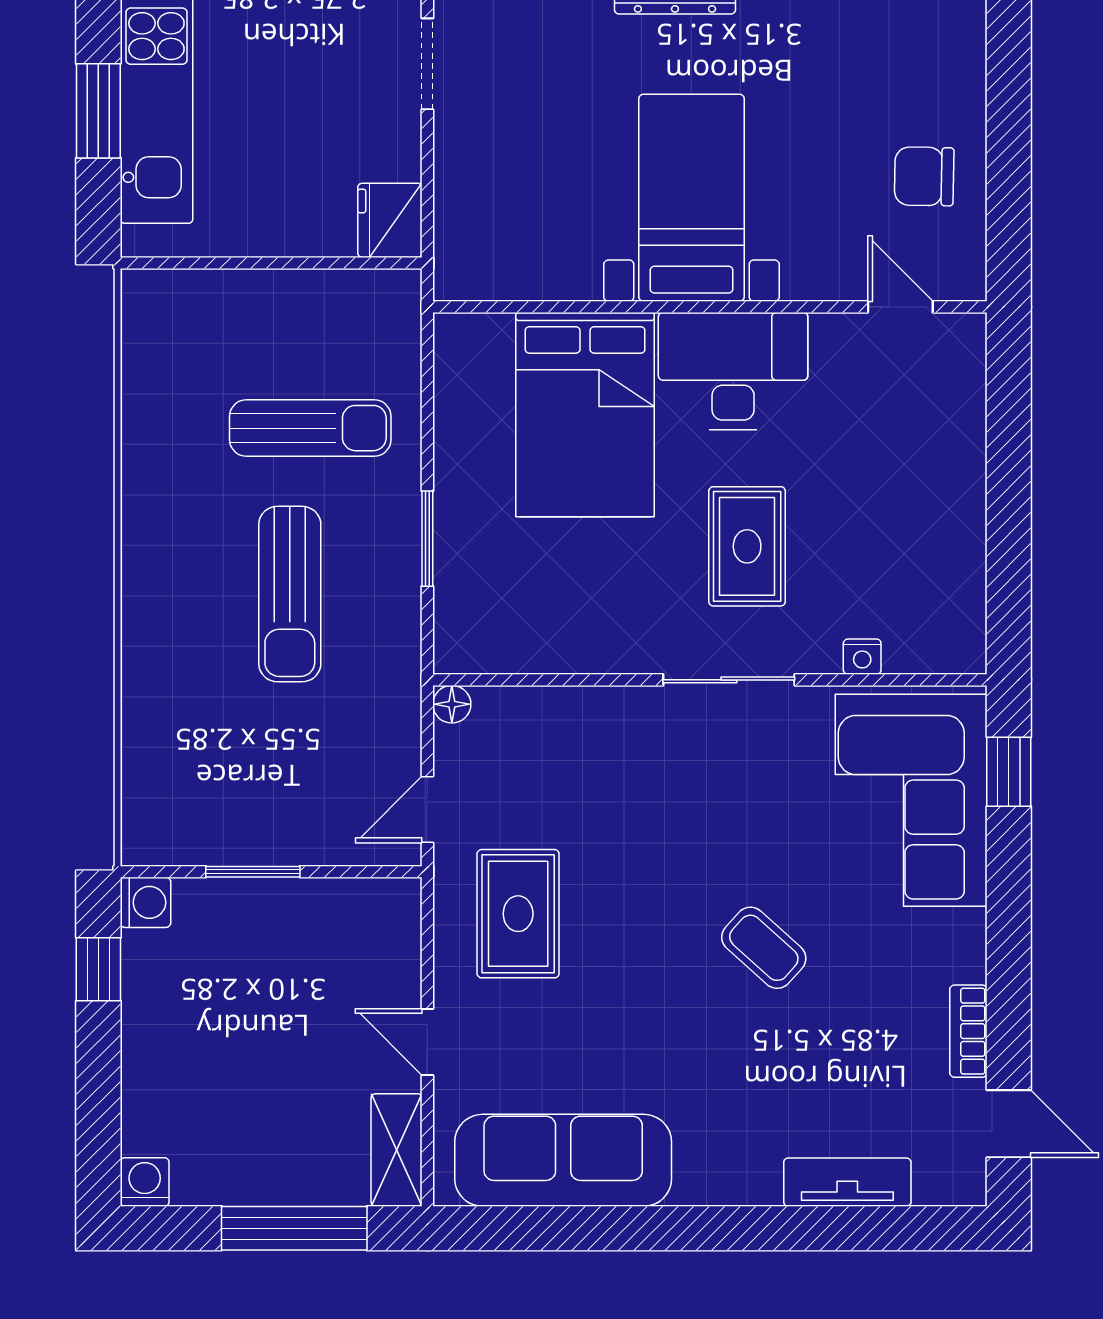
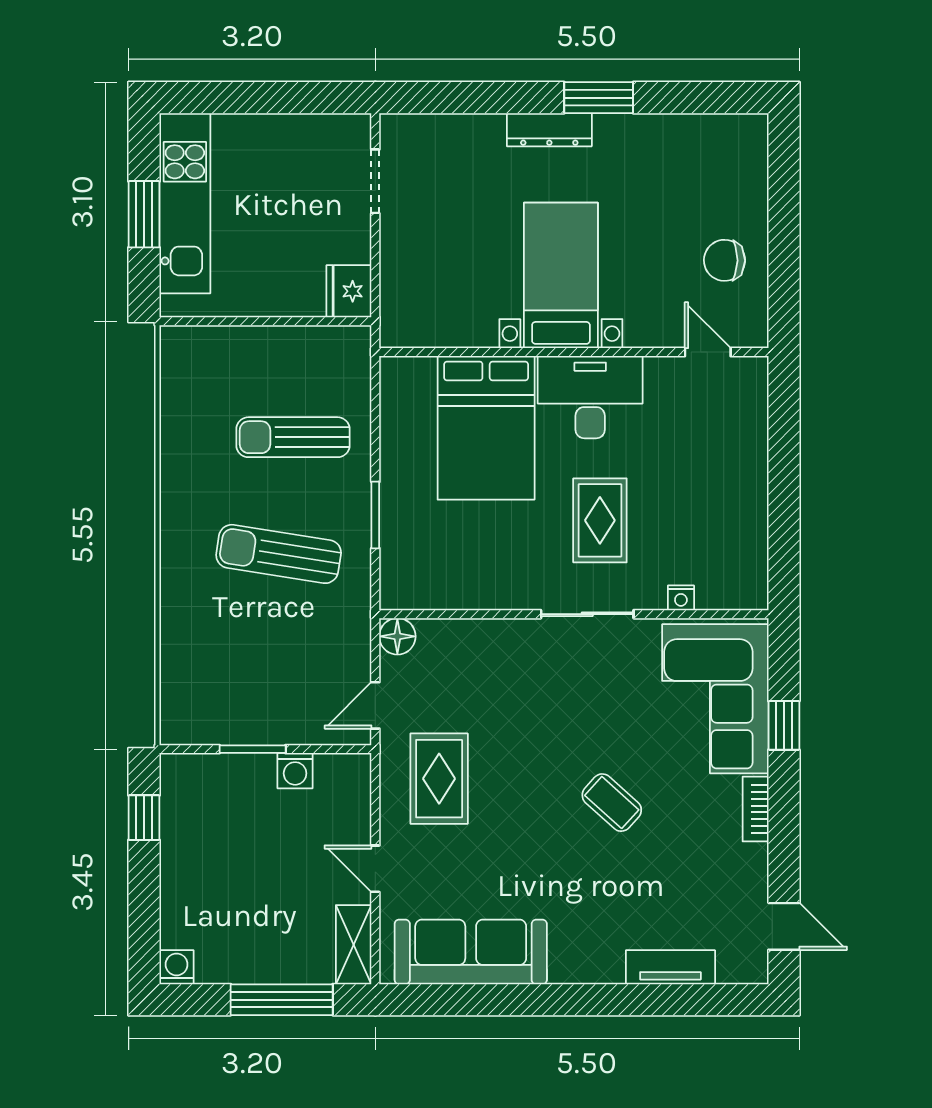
sun lounger: (310, 428) -> (293, 437), turned 180
sun lounger: (290, 594) -> (279, 554), turned 99
floor lamp: (452, 704) -> (397, 636), width x1.37, depth x1.37
window: (1009, 772) -> (784, 725), moved
washing machine: (145, 902) -> (295, 771), moved, turned 90
bookcase: (968, 1031) -> (756, 809), moved

